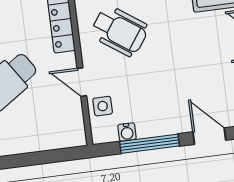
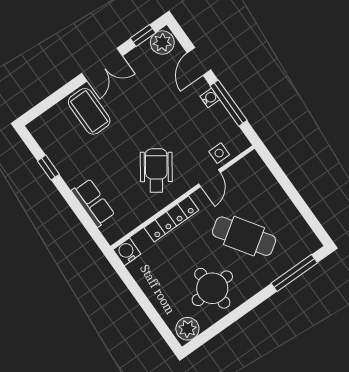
water cooler: (127, 132) -> (210, 98), moved

